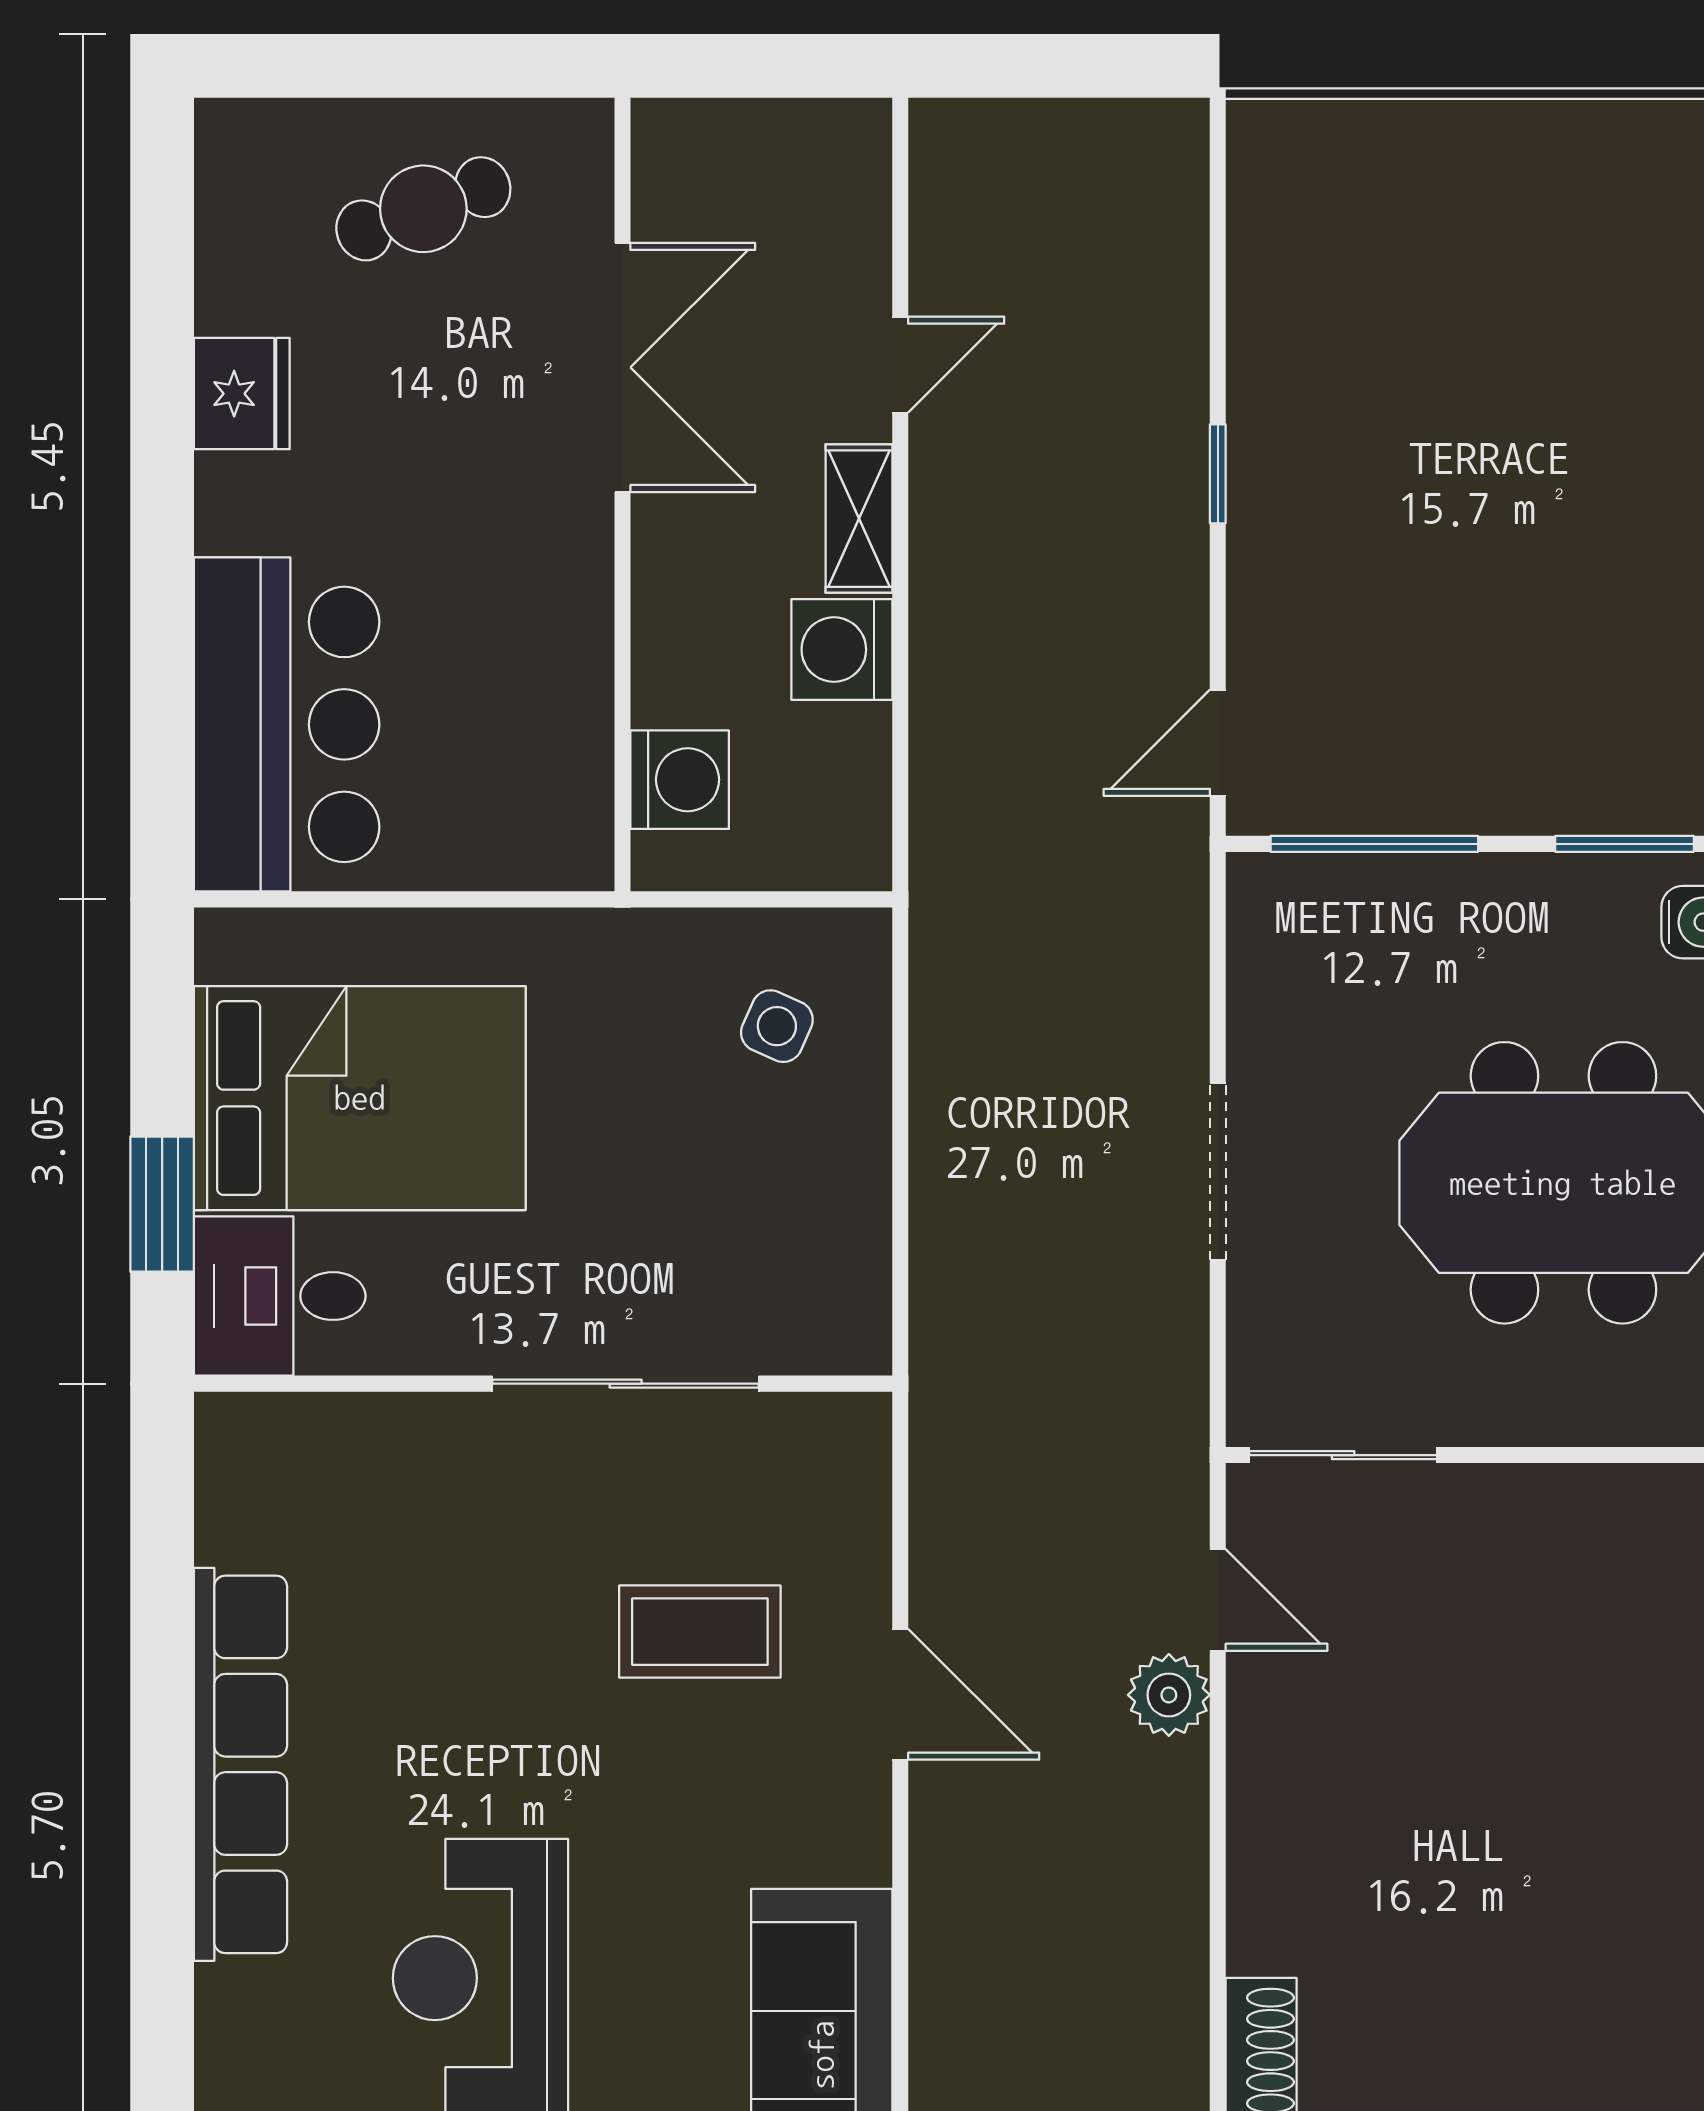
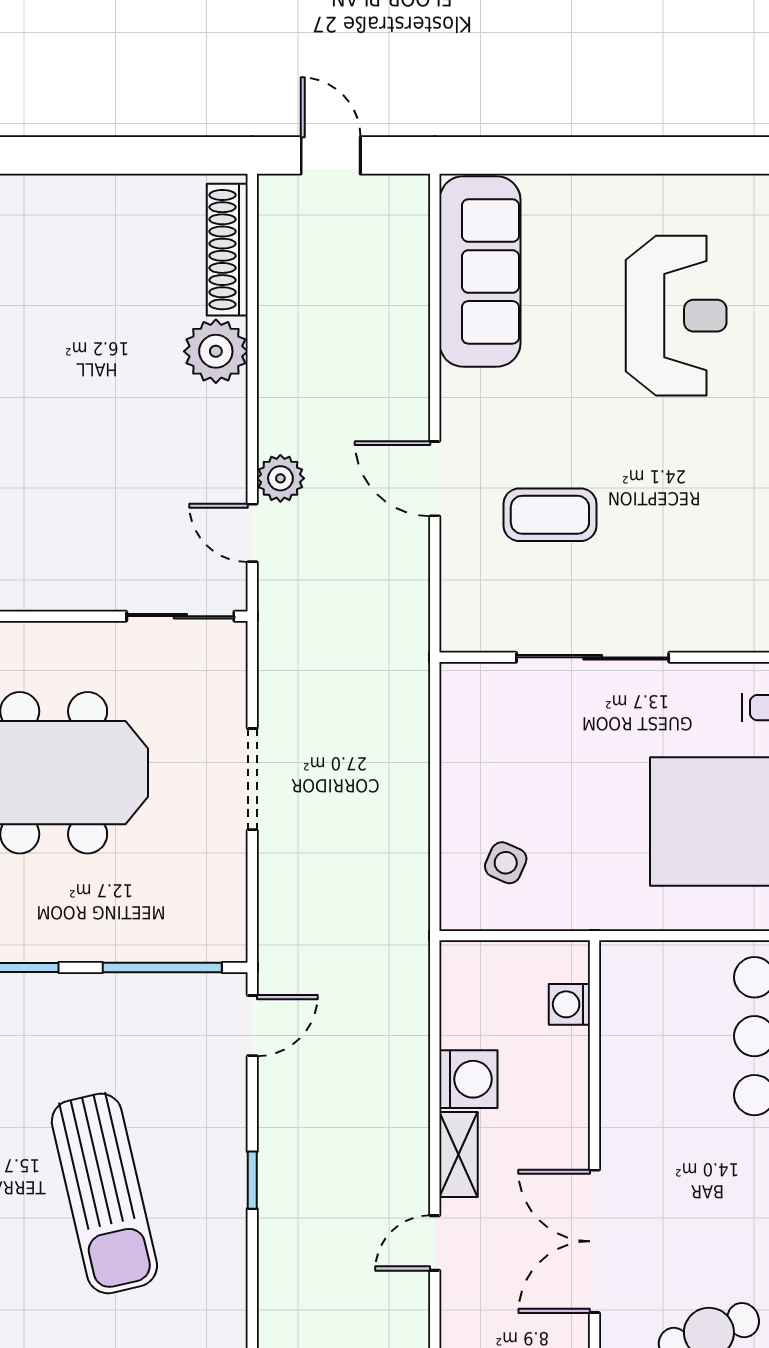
sun lounger: (1475, 451) -> (104, 1193), added
washing machine: (680, 780) -> (569, 1004), width x0.73, depth x0.73
plant: (1281, 1916) -> (216, 351), added

